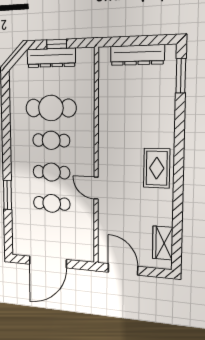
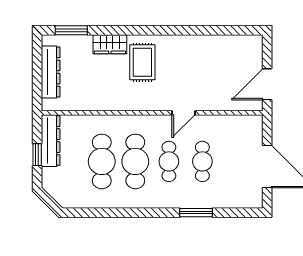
dresser: (51, 58) -> (51, 141), moved
cafe table: (51, 140) -> (135, 161), width x1.37, depth x1.35
rug: (157, 168) -> (142, 62), moved, turned 90
wardrobe: (163, 243) -> (110, 44), moved

